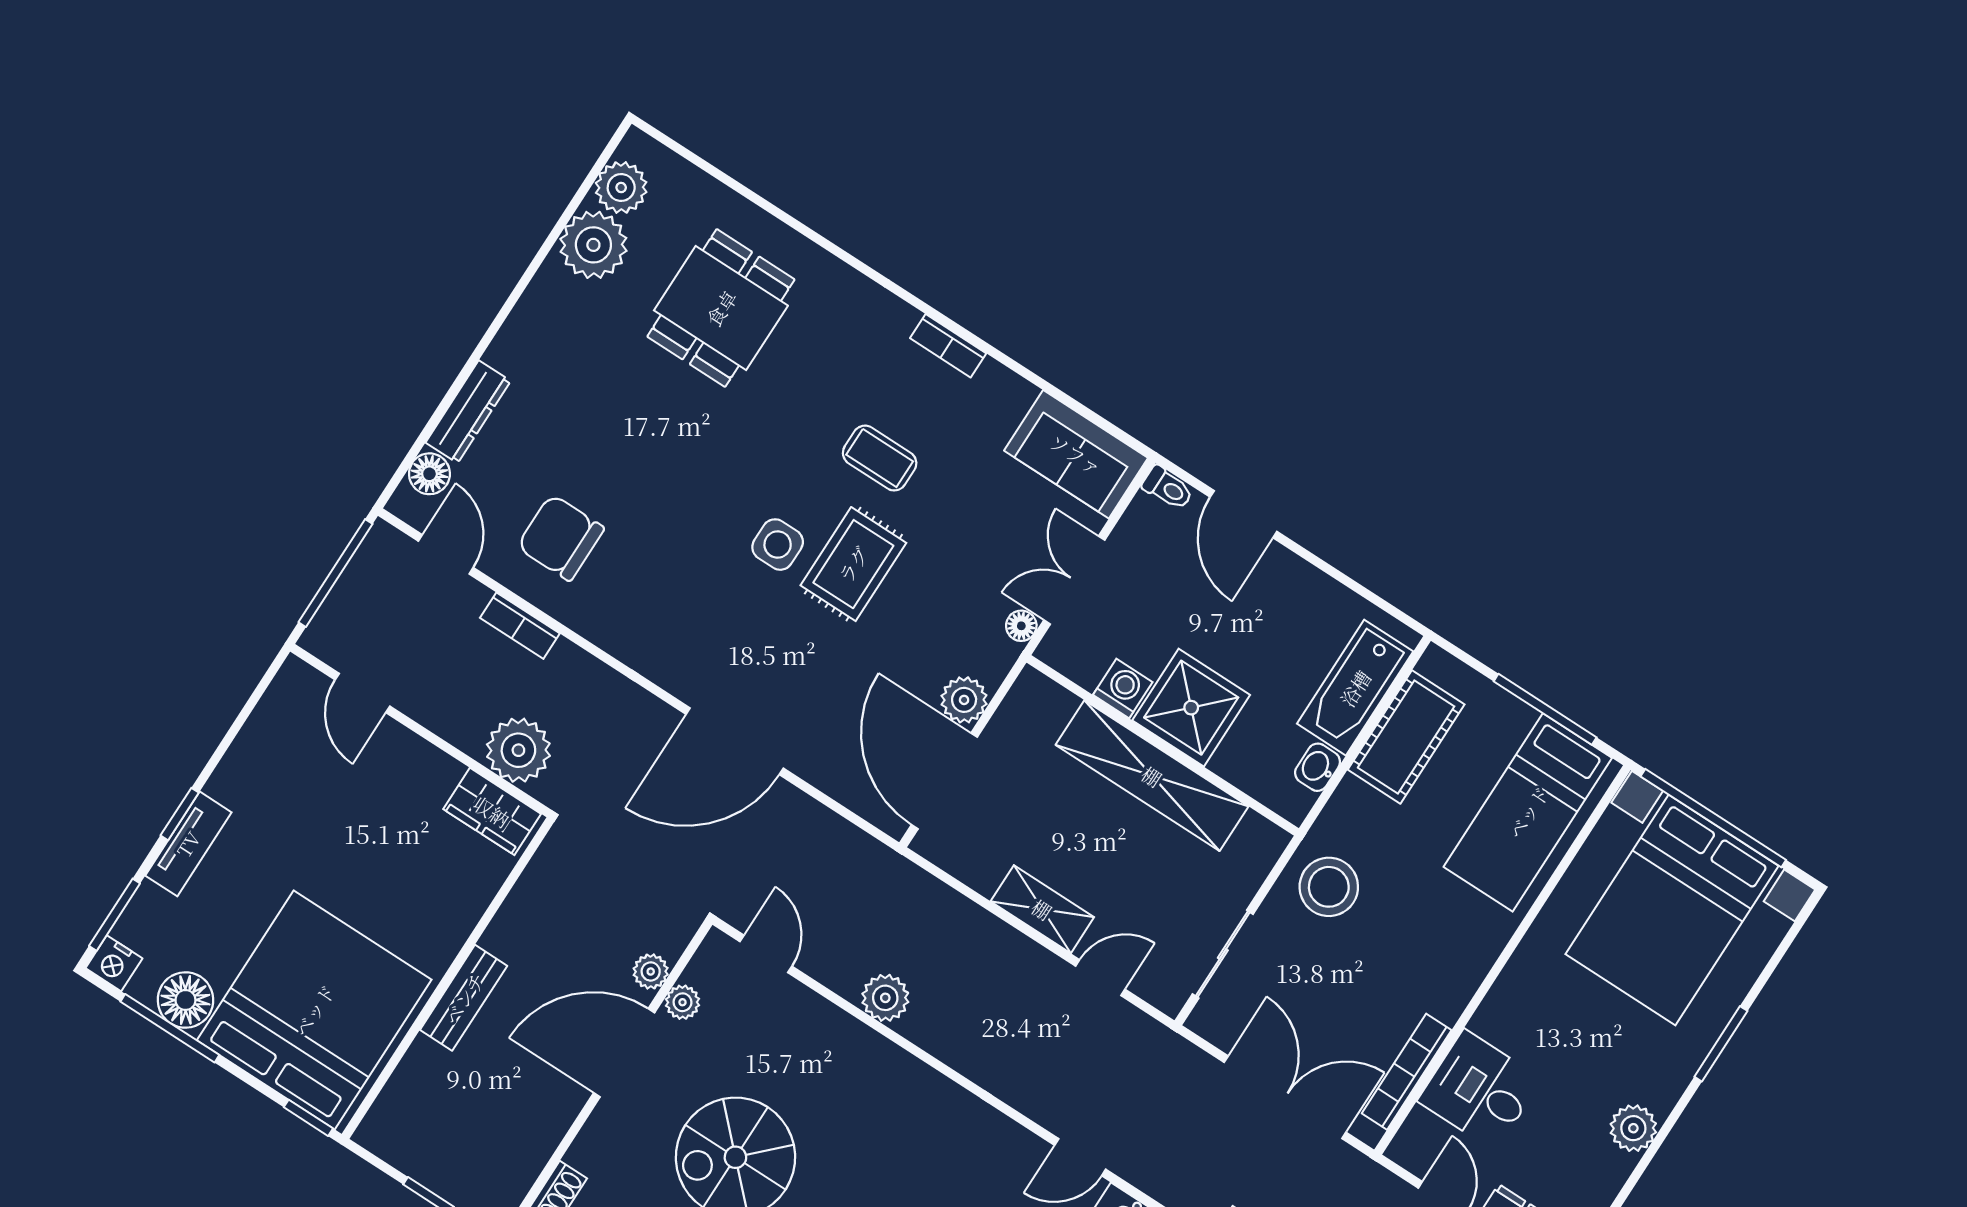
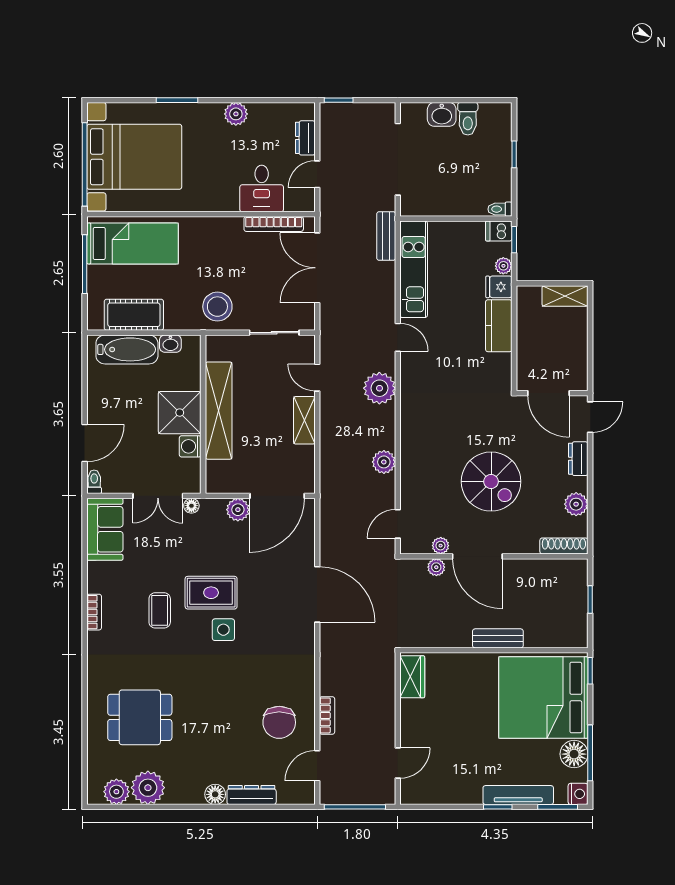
floor lamp: (429, 474) -> (215, 794), moved
plant: (518, 750) -> (379, 388), moved
tv unit: (188, 844) -> (518, 795), width x1.41

